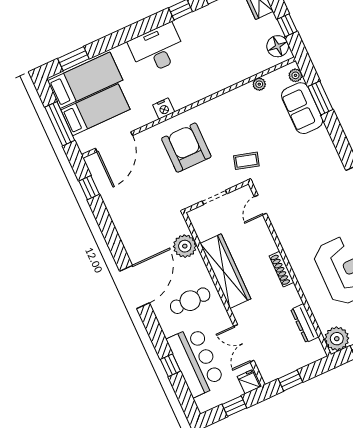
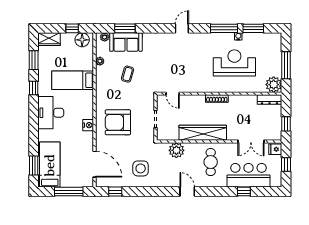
bed: (95, 110) -> (73, 80), moved, turned -90
coffee table: (246, 161) -> (128, 74), moved
side table: (137, 208) -> (141, 168), added
door: (135, 287) -> (187, 192), width x0.53
dresser: (305, 323) -> (269, 100), moved

